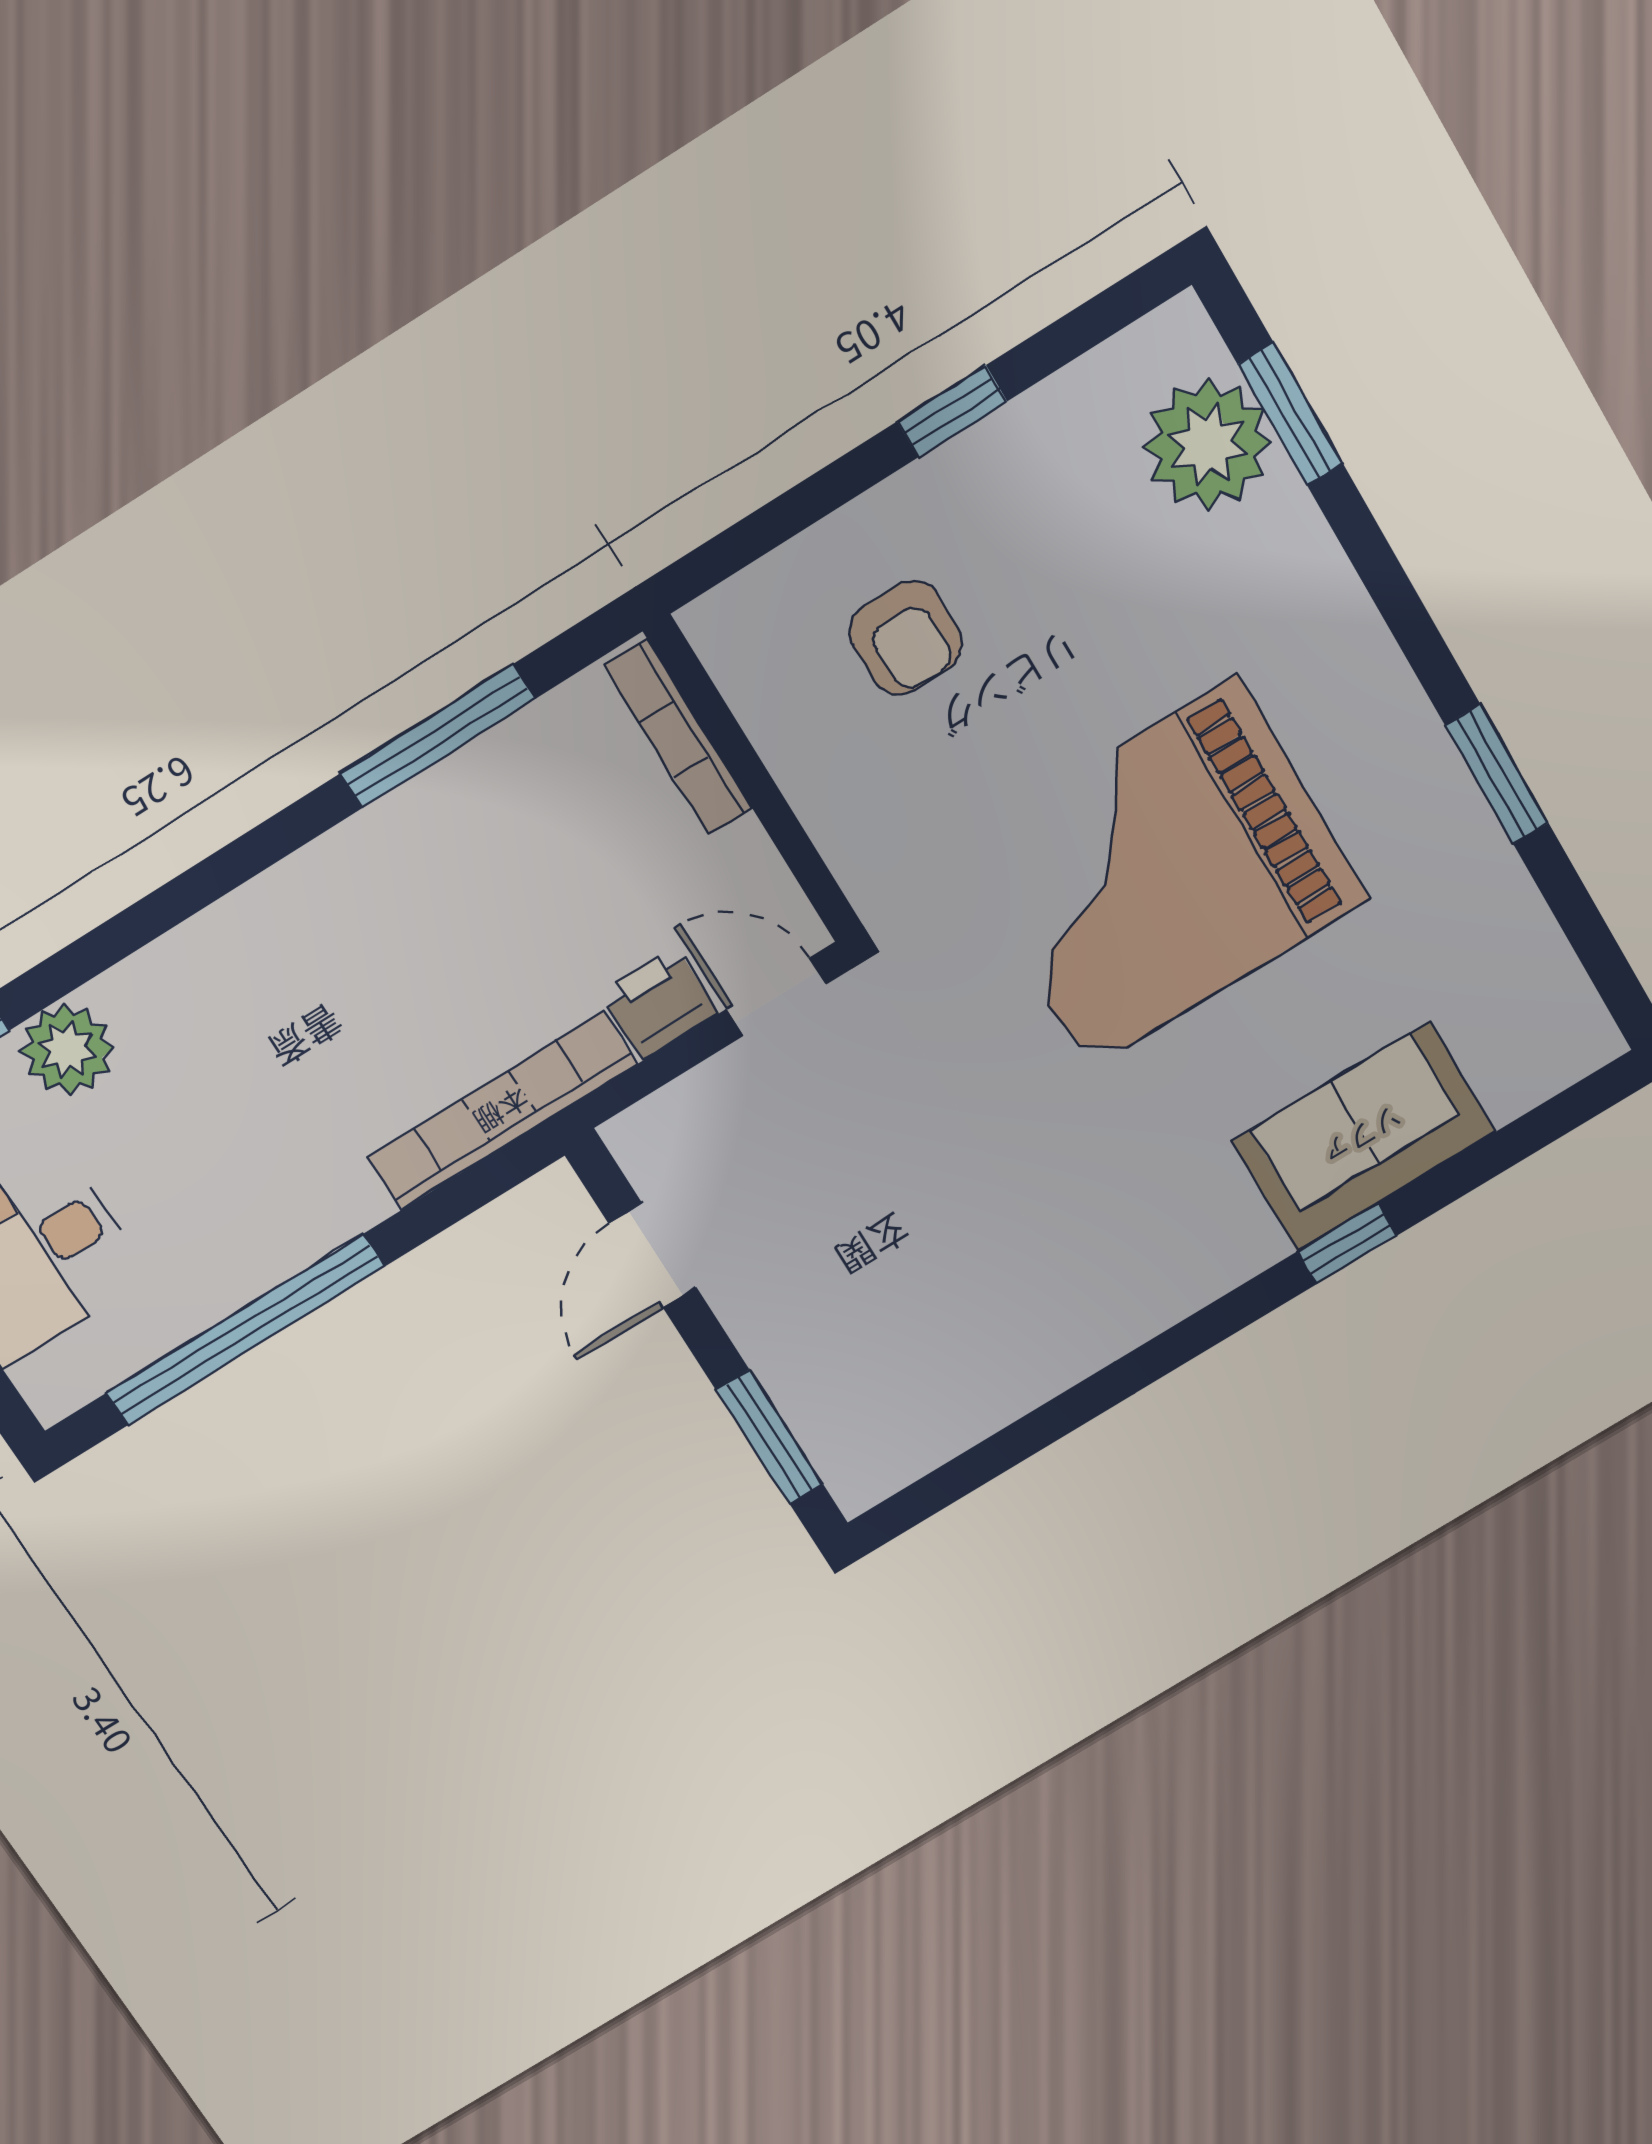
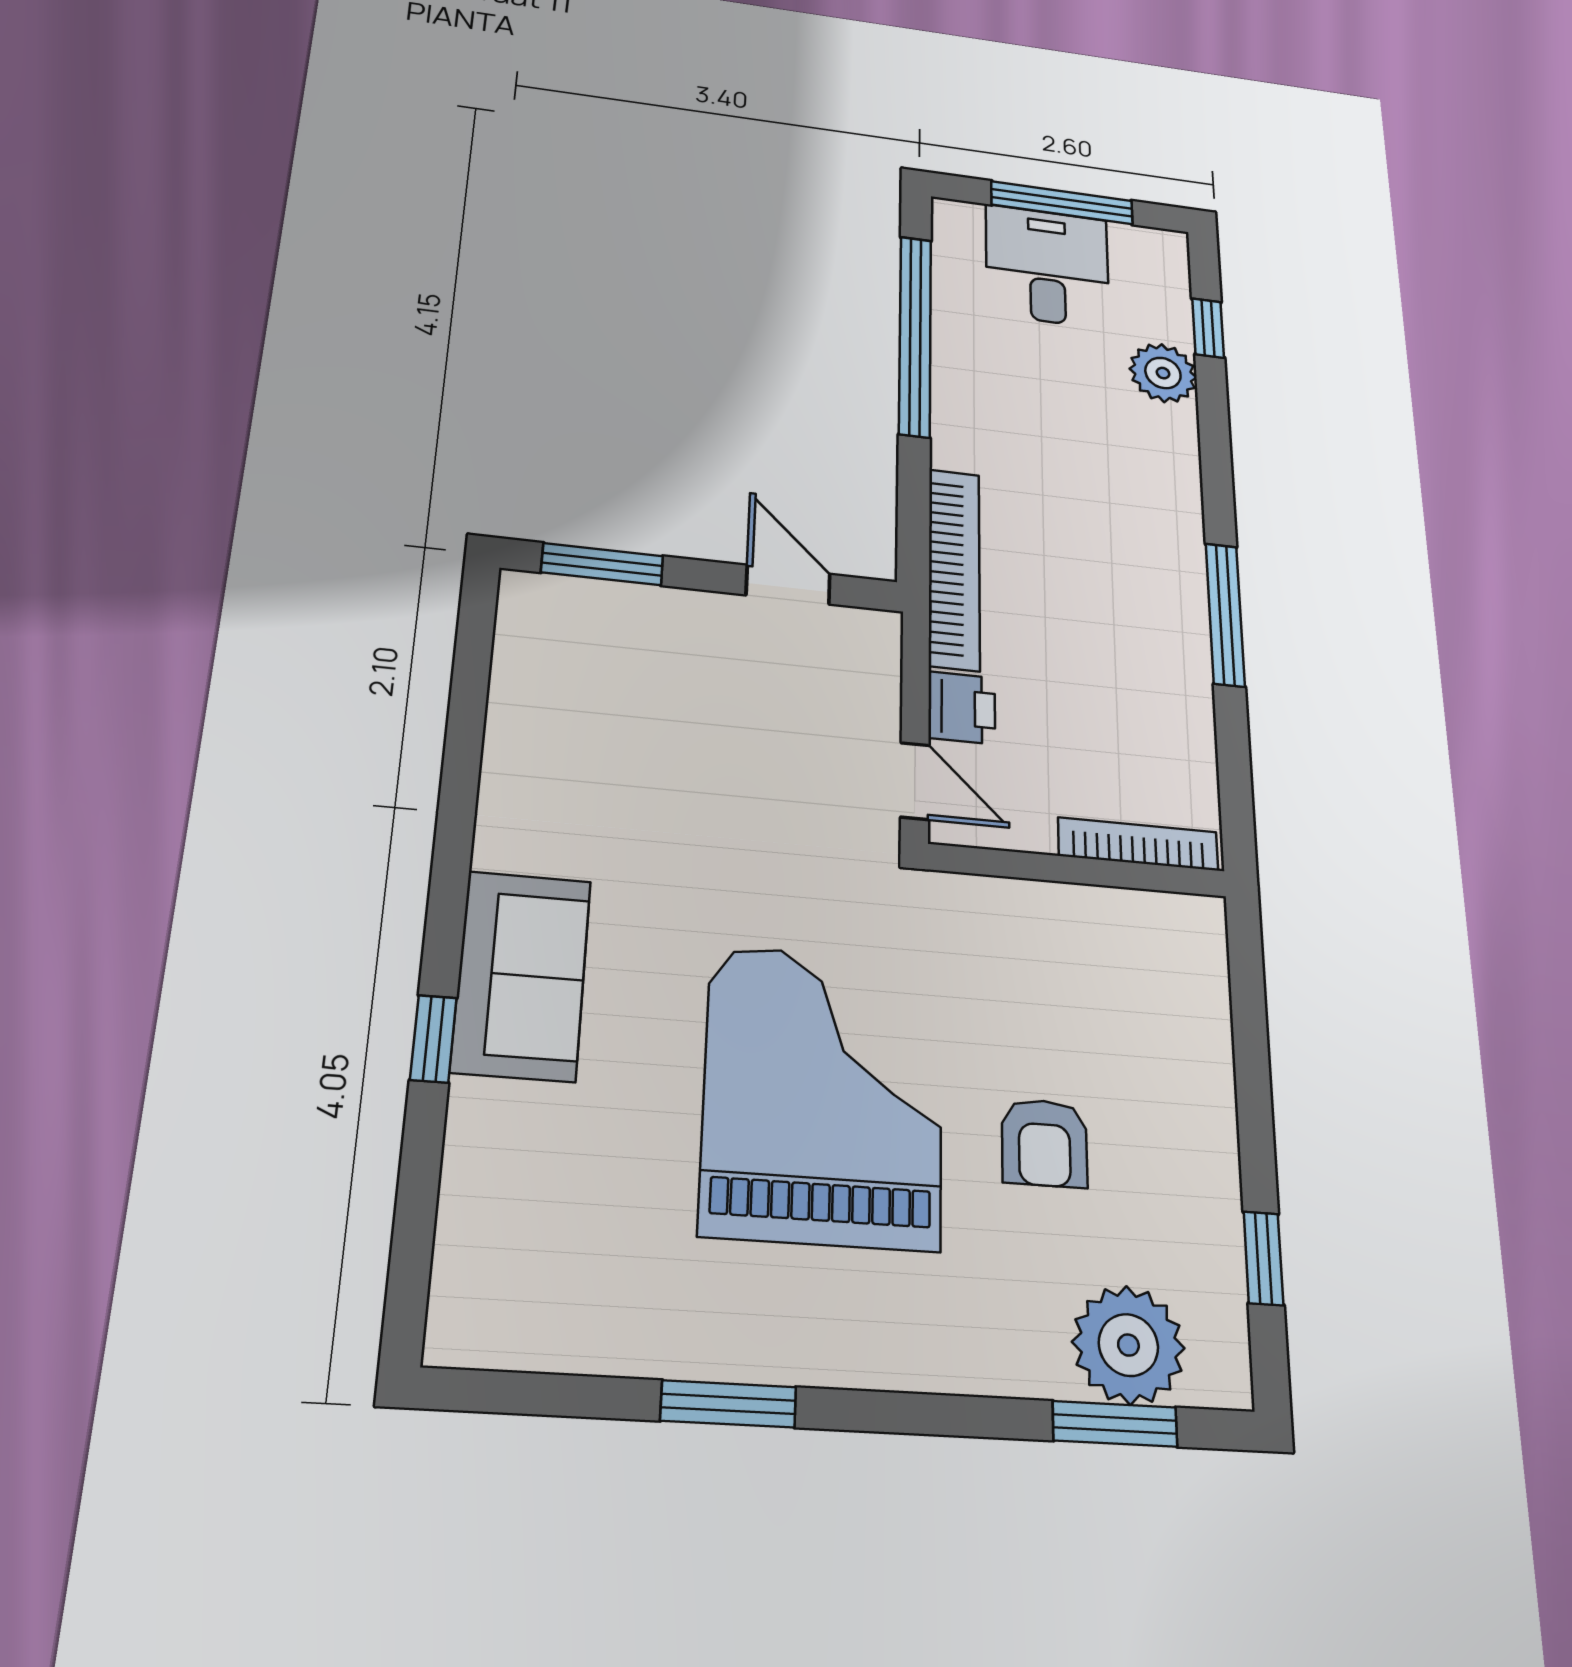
window: (952, 411) -> (1263, 1258), moved
armchair: (906, 638) -> (1044, 1143), moved, turned -90
window: (438, 736) -> (1225, 614), moved
door: (776, 997) -> (915, 781), hinge flipped
sofa: (1363, 1137) -> (521, 975), moved

